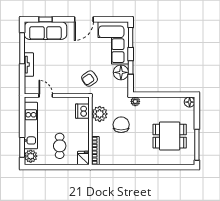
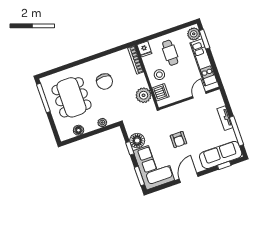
armchair: (90, 79) -> (179, 140), moved, turned 124
door: (46, 96) -> (199, 95), swing flipped
plant: (135, 101) -> (102, 123), moved
floor lamp: (190, 102) -> (79, 130), moved
chair: (121, 125) -> (105, 82), moved
stool: (77, 128) -> (159, 75), added
dining table: (170, 136) -> (72, 97), width x1.38

